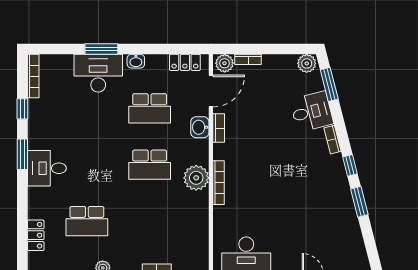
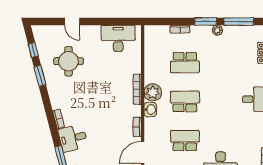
washbasin: (200, 127) -> (150, 110), moved
window: (350, 165) -> (33, 50), moved
school desk: (87, 221) -> (185, 63), moved, turned 180
round table: (318, 223) -> (68, 61), added

